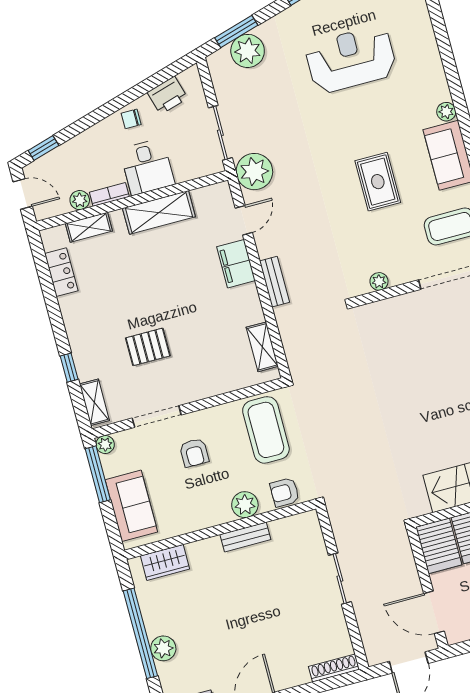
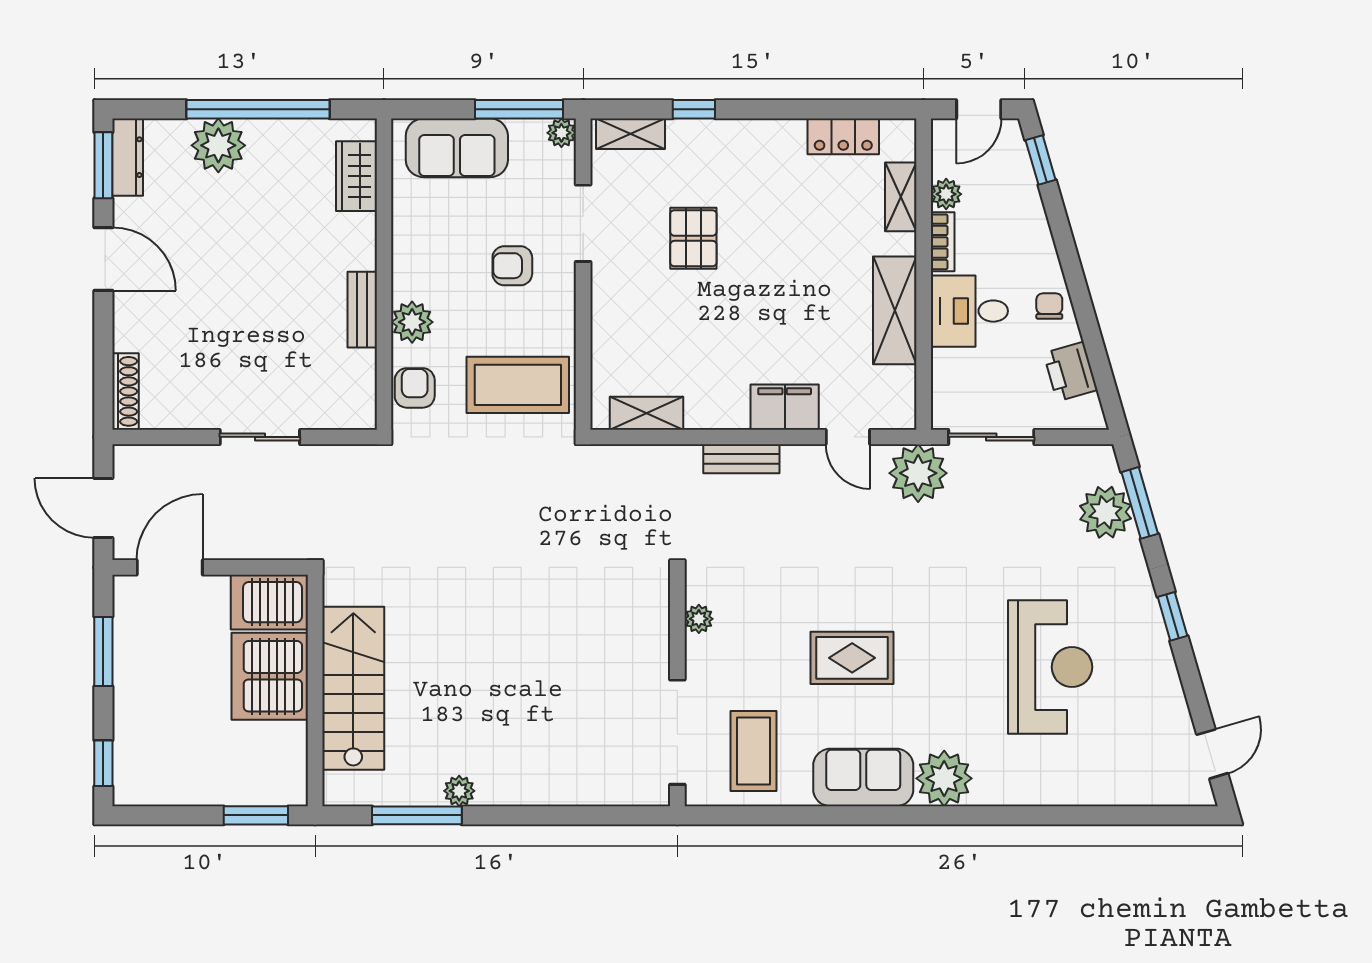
plant: (446, 112) -> (944, 778), width x1.87, depth x1.87
plant: (163, 648) -> (218, 145), width x1.36, depth x1.36

